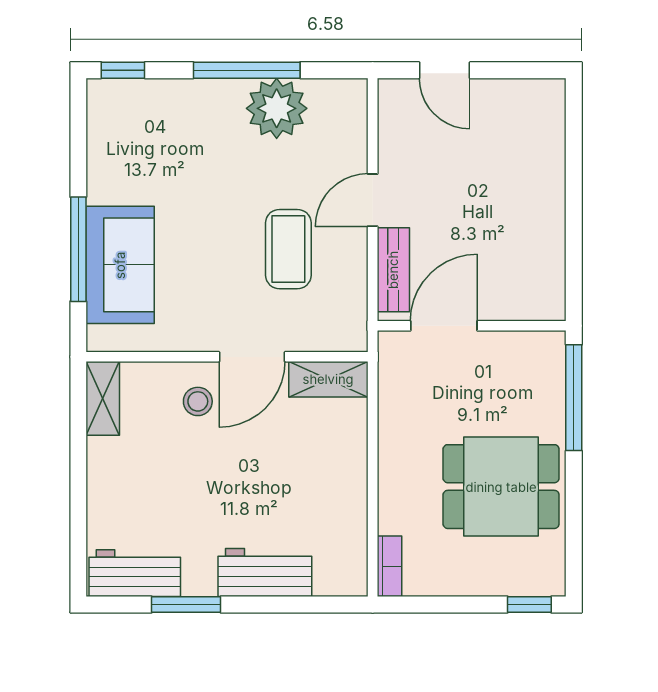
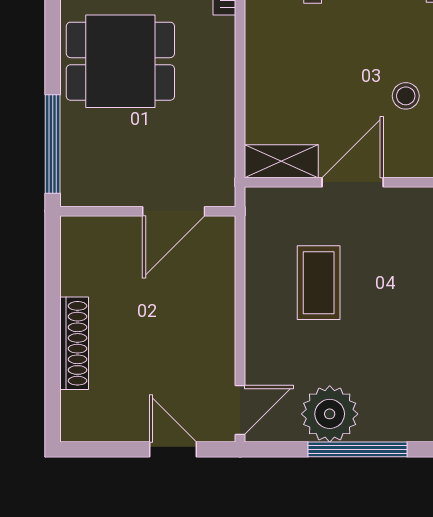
shoe rack: (551, 184) -> (74, 343), added
door: (373, 200) -> (240, 410), moved
bench: (393, 270) -> (221, 263), removed
stool: (198, 401) -> (406, 96), moved

